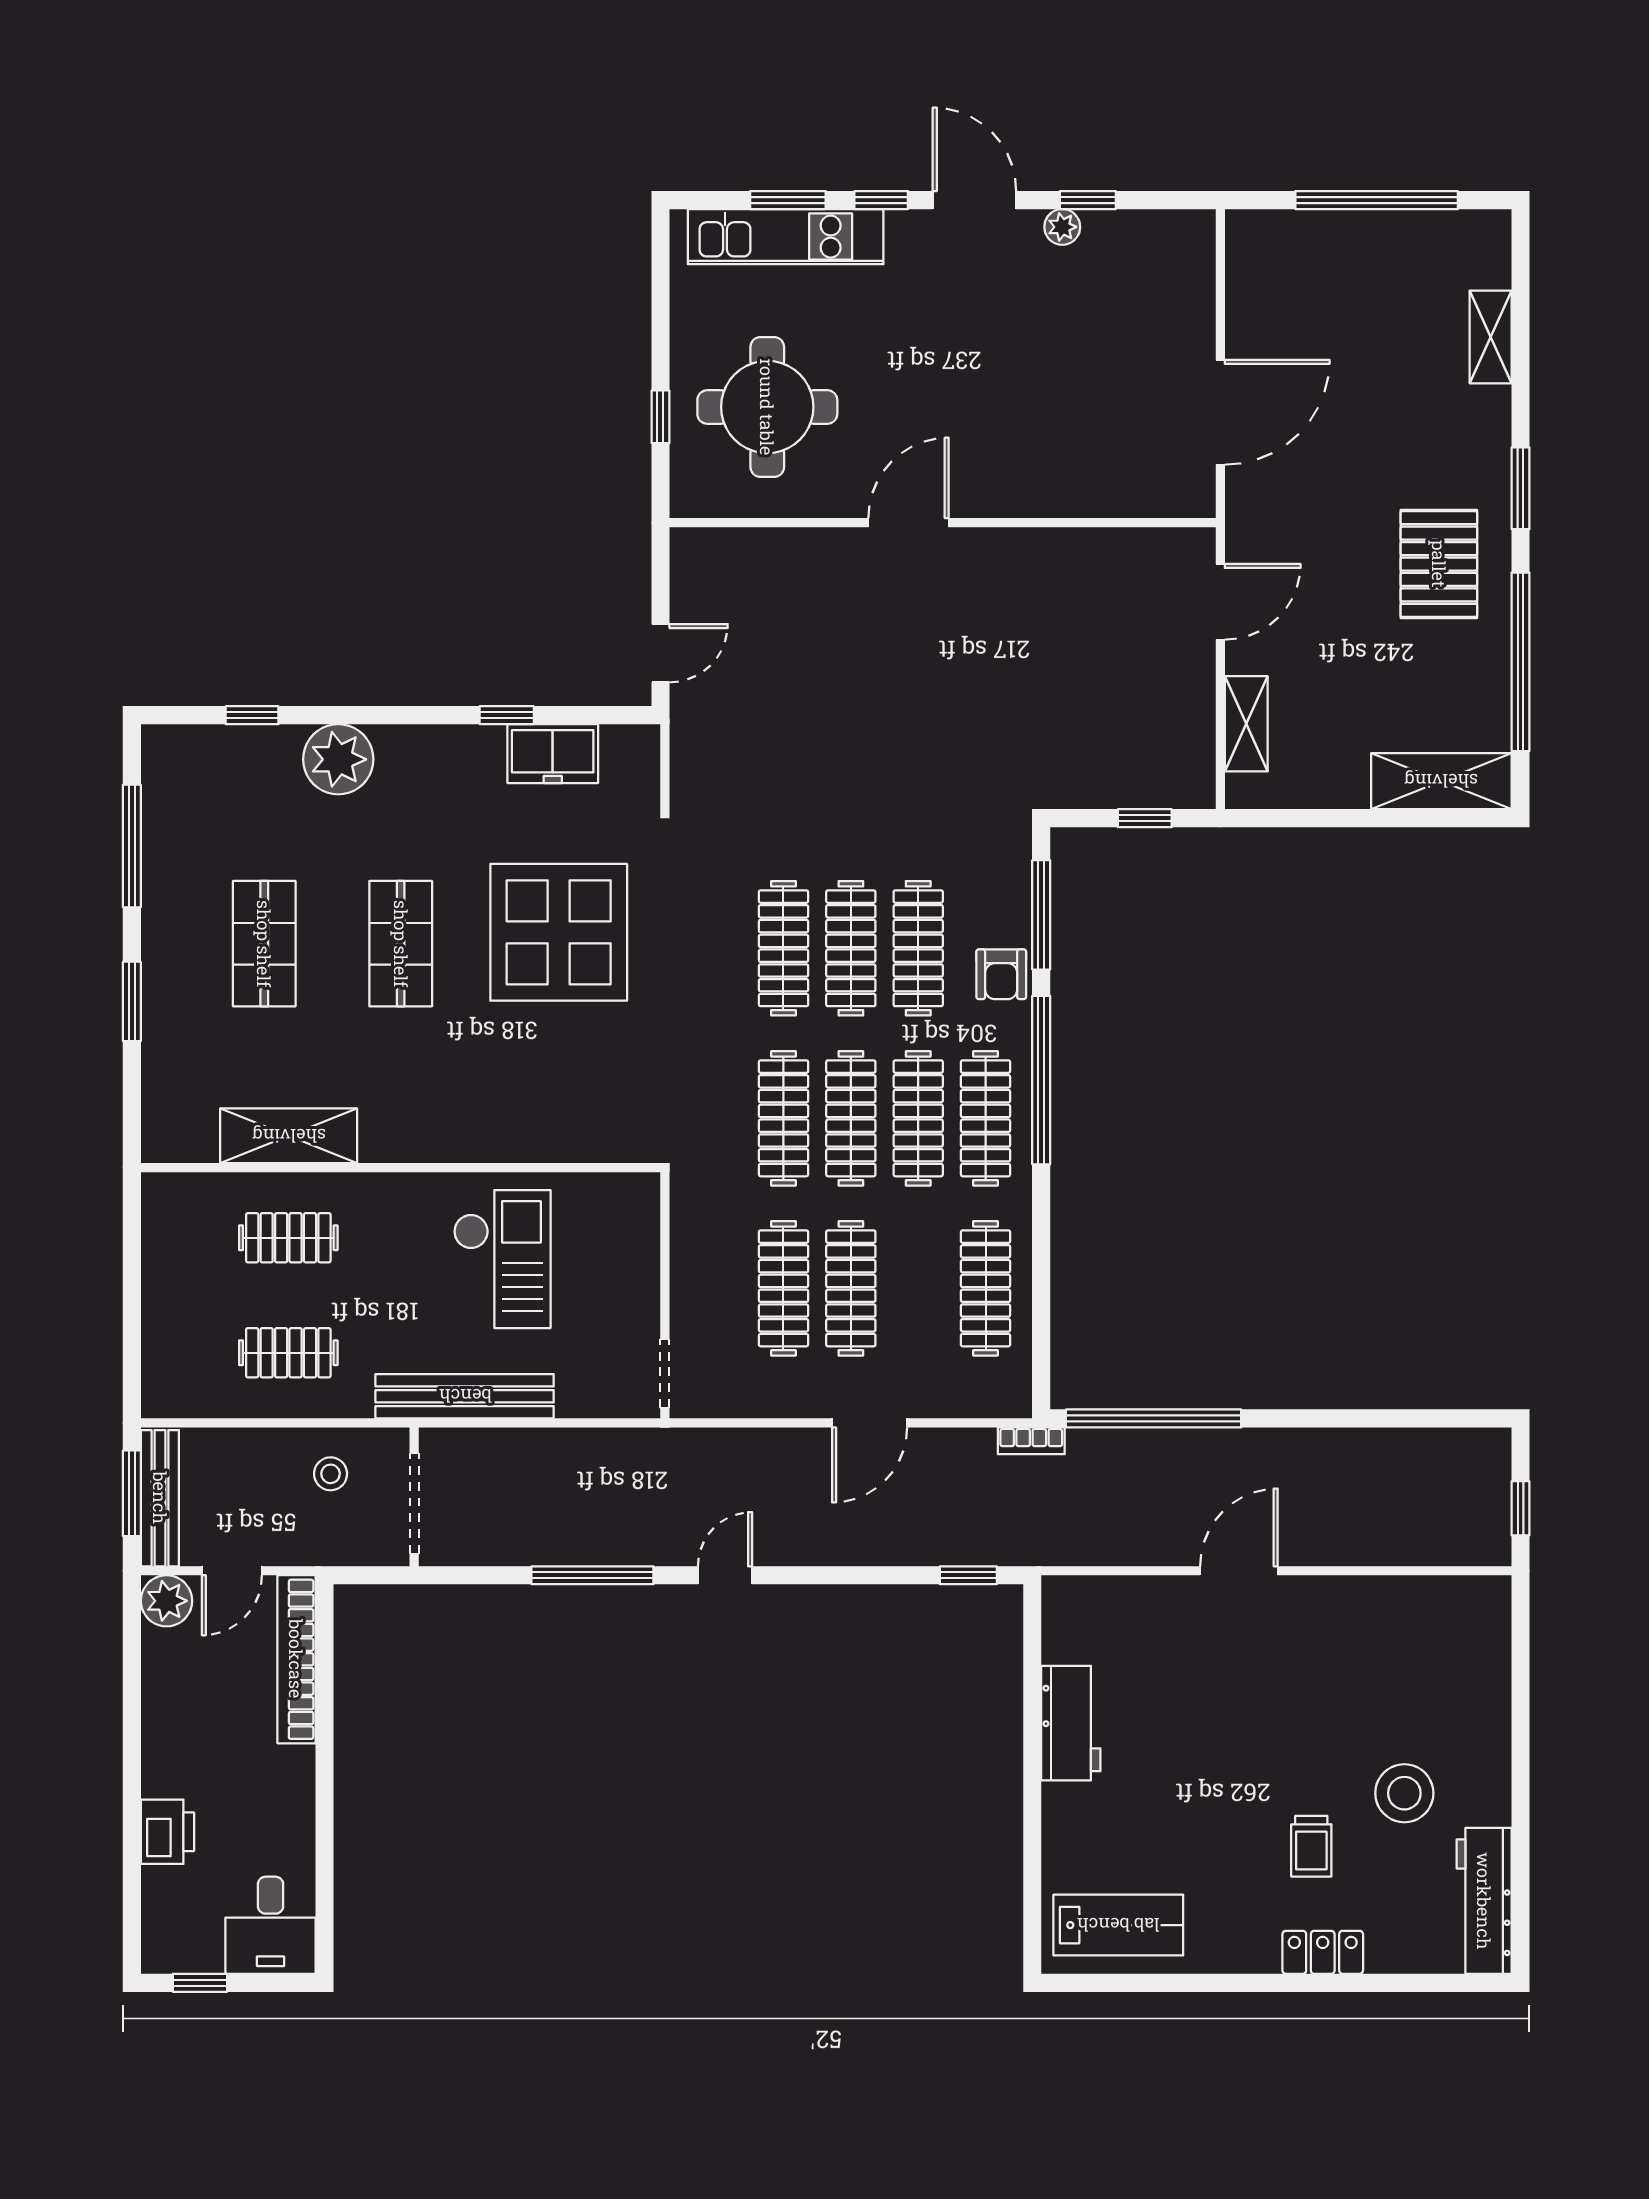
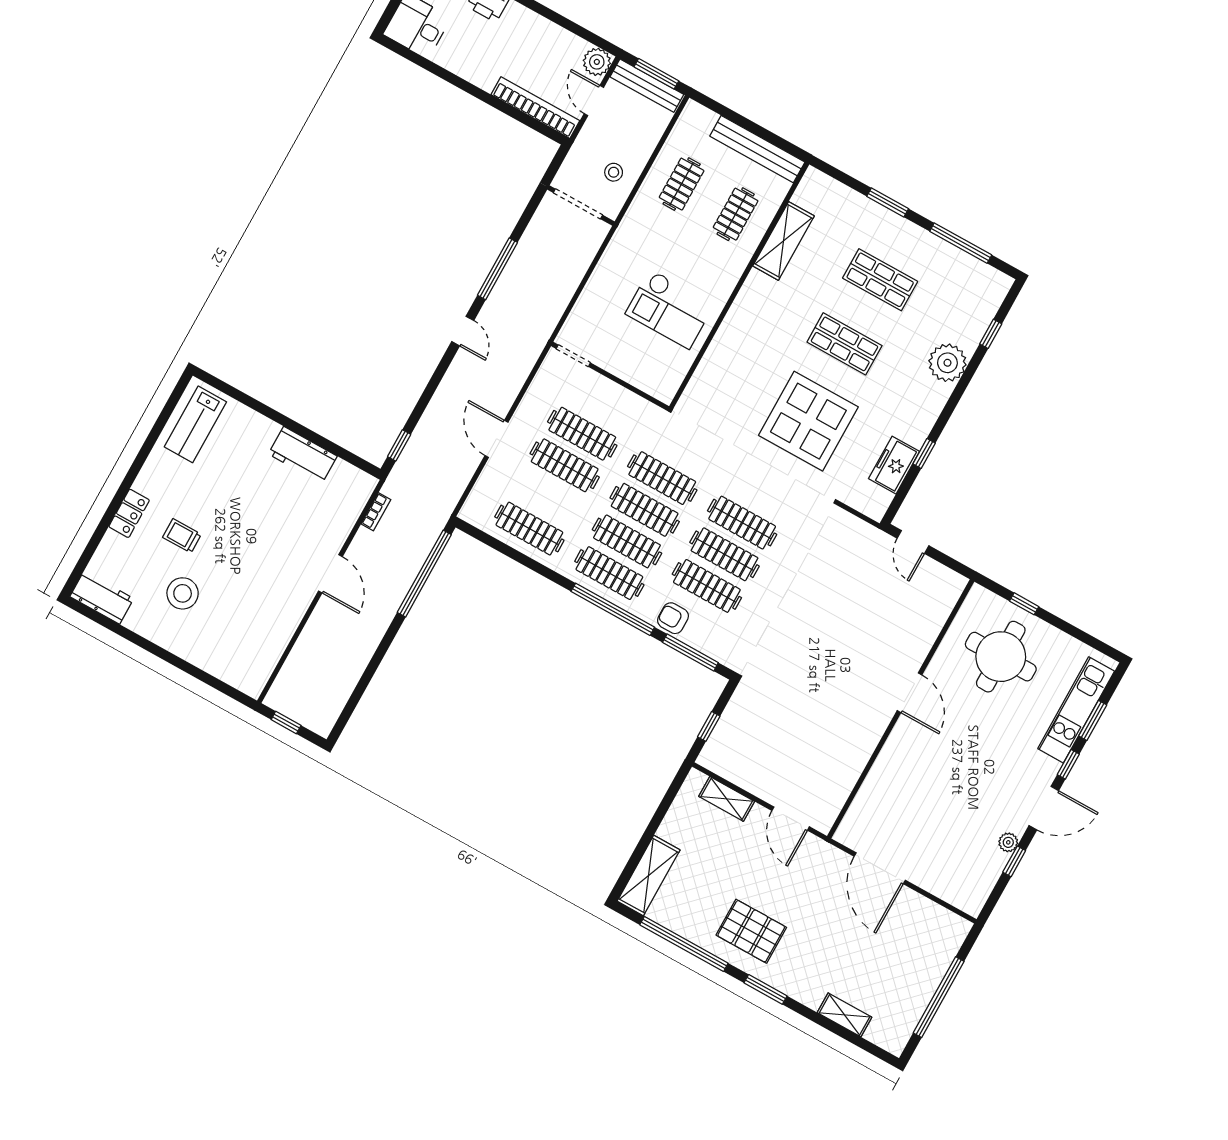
bench: (465, 1396) -> (757, 149), moved, turned 90
bookcase: (1031, 1441) -> (376, 512), moved, turned 180
workbench: (1484, 1901) -> (102, 598), width x0.73

